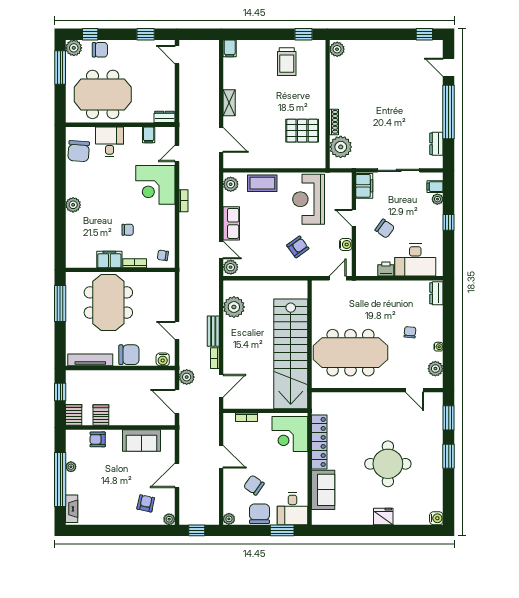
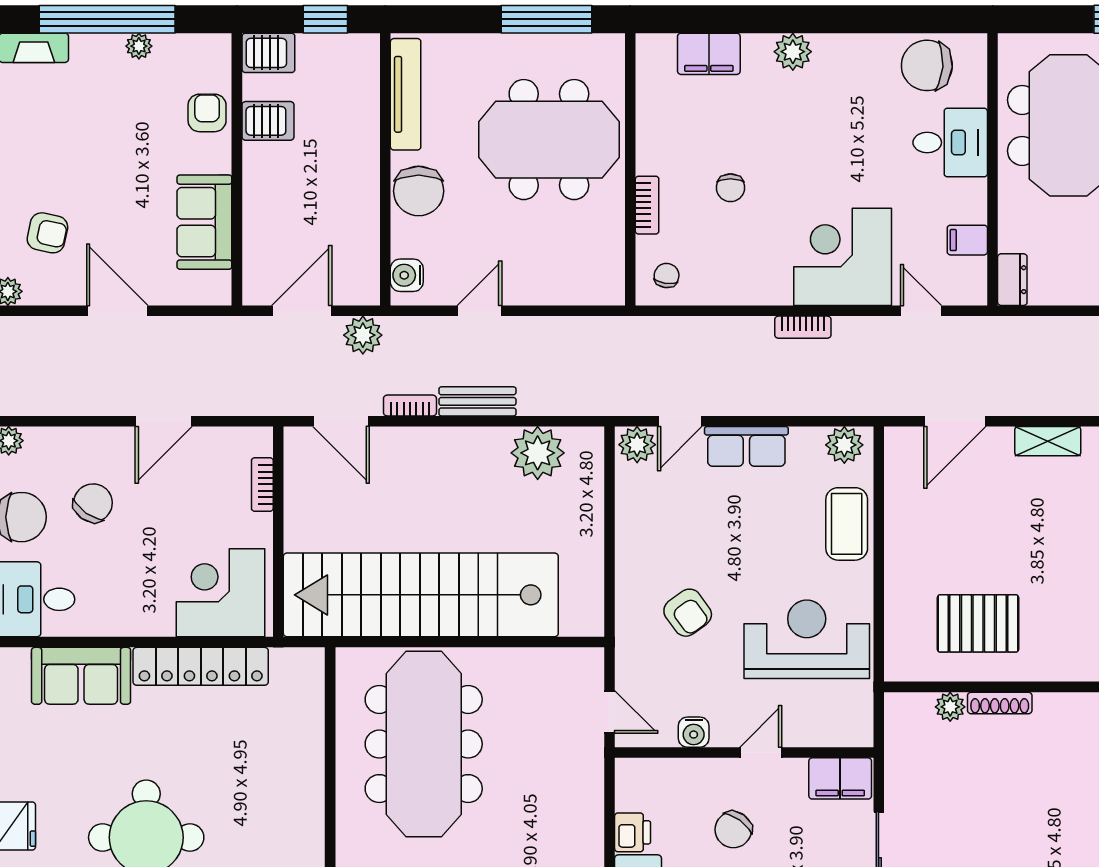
pallet: (302, 131) -> (978, 623), turned 90
plant: (341, 147) -> (950, 707), width x0.53, depth x0.53
filing cabinet: (109, 260) -> (709, 54), moved, turned 90

